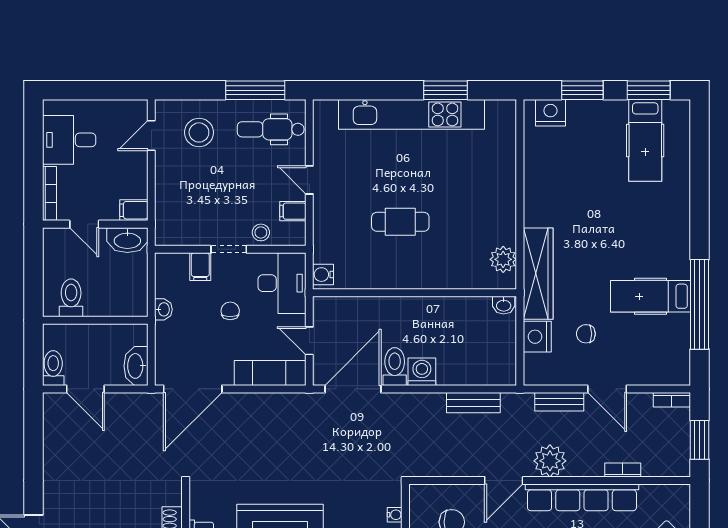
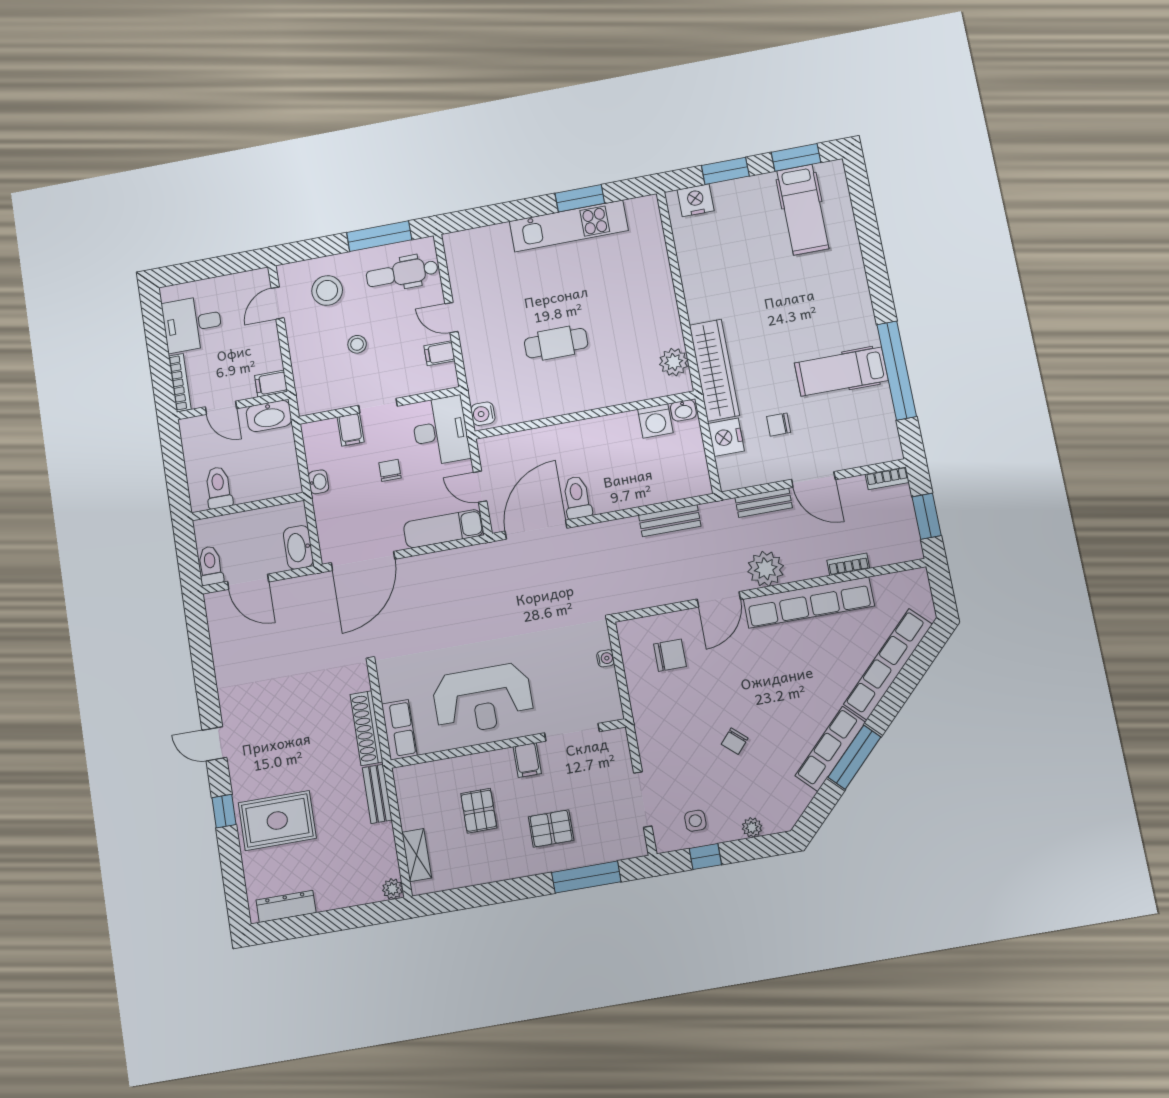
kitchen unit: (411, 114) -> (569, 226), width x0.73
stool: (261, 232) -> (357, 344), moved
washing machine: (422, 372) -> (655, 421), moved, turned 180

